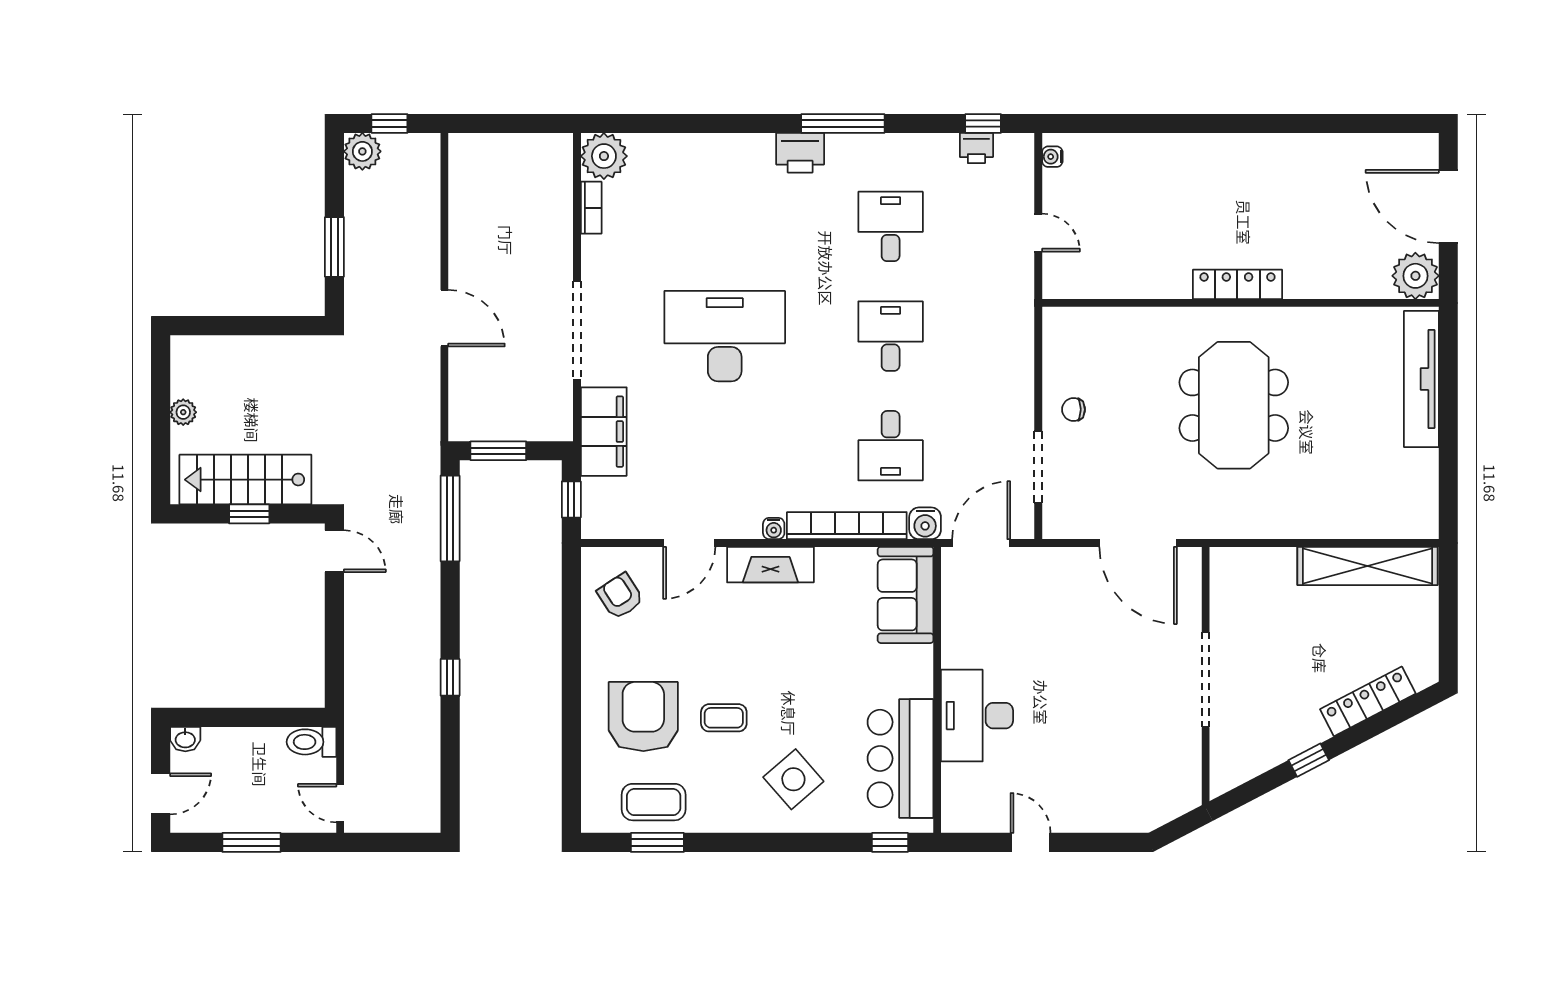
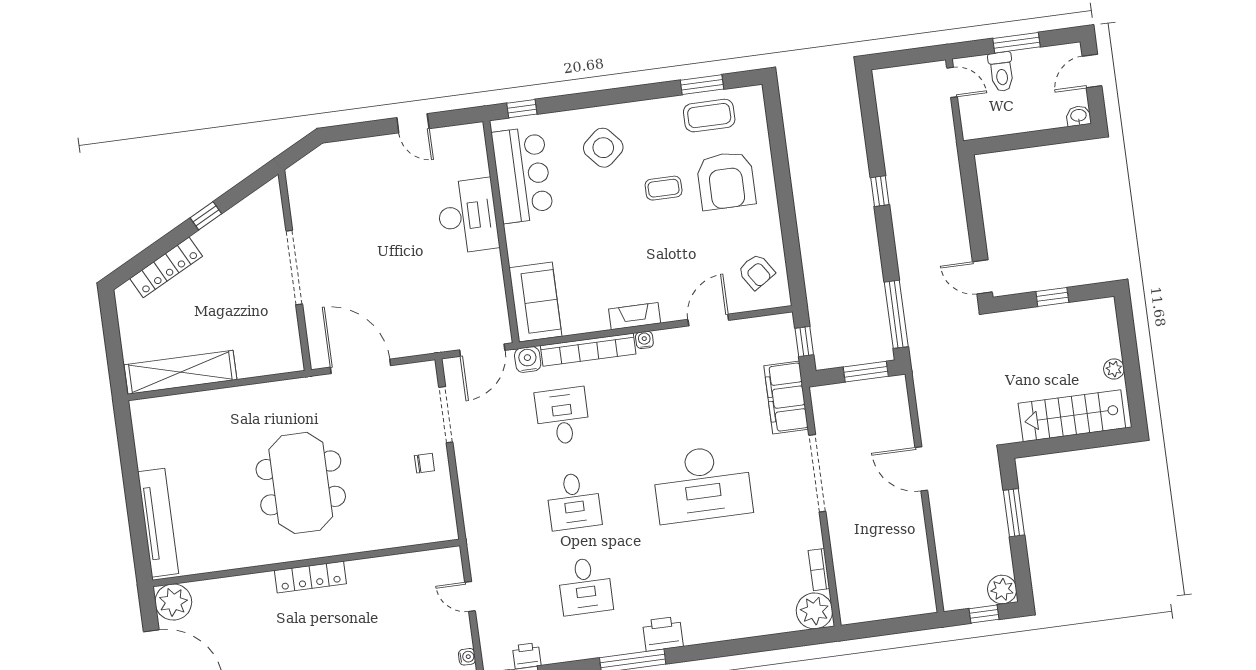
stairs: (245, 480) -> (1072, 416), moved, turned 180
fireplace: (770, 565) -> (635, 316), width x0.73, depth x0.76
toilet: (312, 742) -> (1001, 72), moved, turned 90

